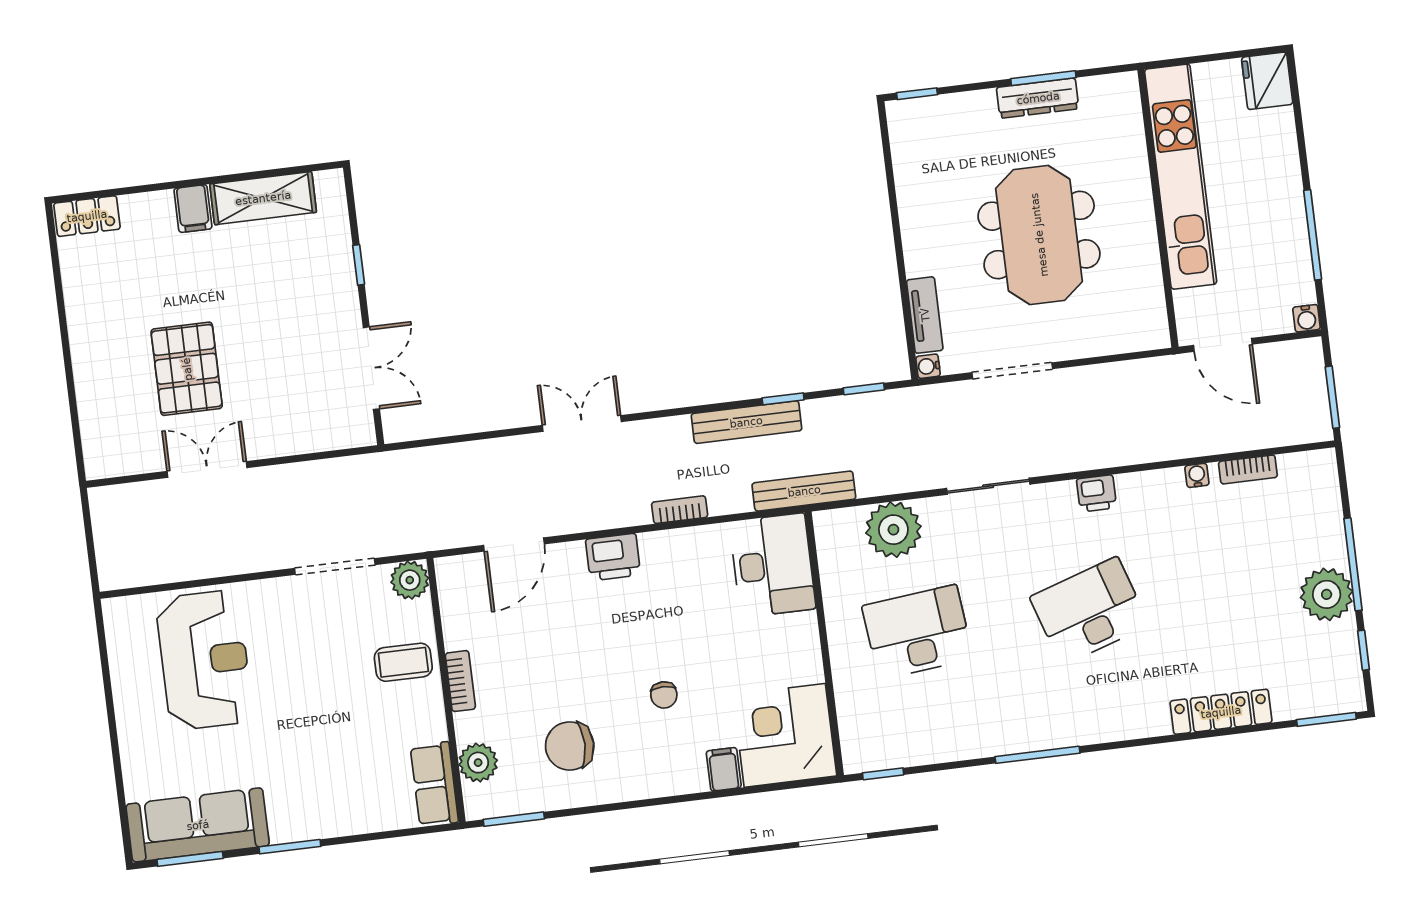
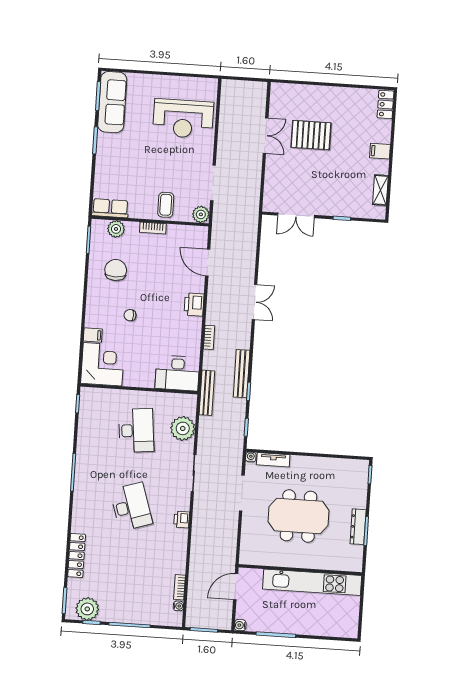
fridge: (1267, 81) -> (347, 628), removed
shelving: (263, 198) -> (380, 190), width x0.67, depth x0.75
water cooler: (1197, 475) -> (178, 606), moved
plant: (1327, 594) -> (87, 609), moved

